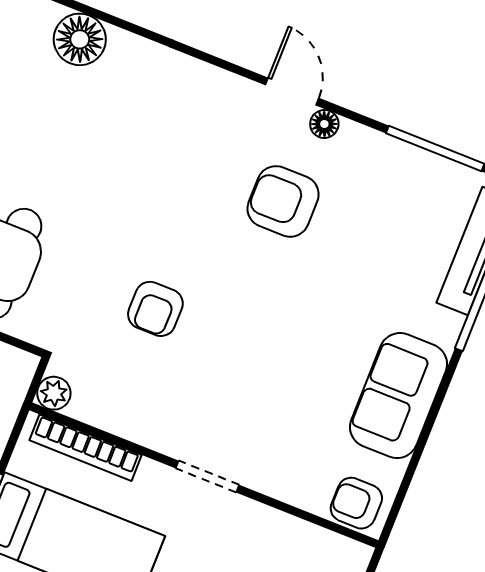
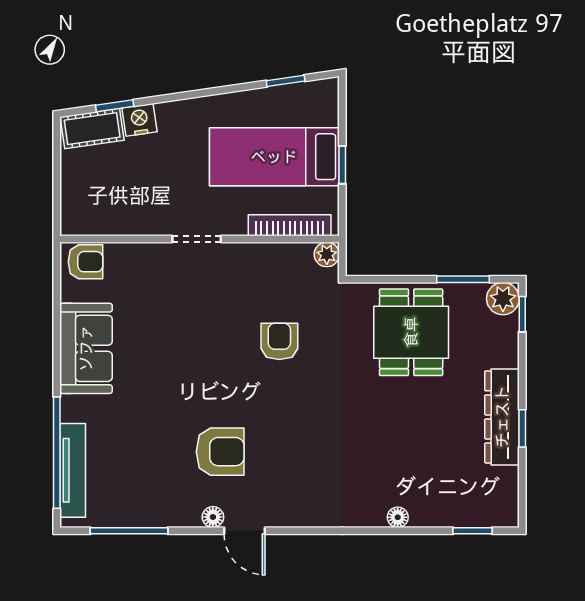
floor lamp: (80, 39) -> (398, 517), width x0.53, depth x0.53

